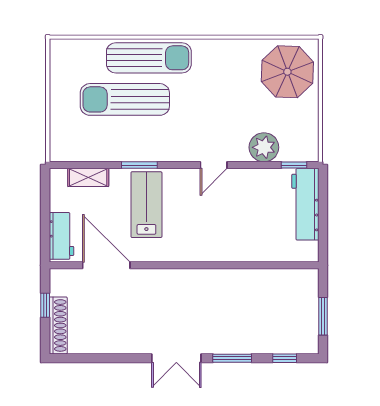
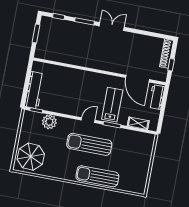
sun lounger: (125, 99) -> (89, 144), moved, turned 180
door: (214, 165) -> (88, 120), moved
lab bench: (146, 205) -> (112, 105), turned 180

